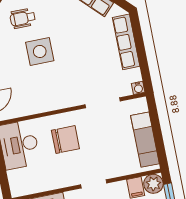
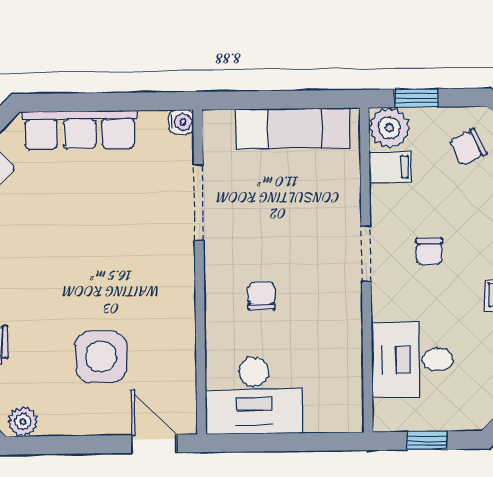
side table: (40, 51) -> (101, 357), moved
chair: (65, 139) -> (261, 296), width x0.54, depth x0.54

